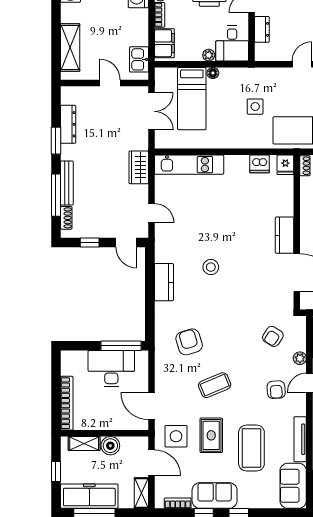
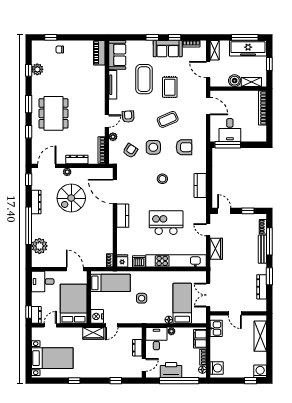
kitchen unit: (189, 165) -> (176, 261), width x1.36
wardrobe: (139, 167) -> (216, 249), moved
kitchen island: (217, 224) -> (166, 223), added
stool: (211, 267) -> (162, 179), moved
armchair: (189, 342) -> (184, 147), turned -73
desk: (111, 369) -> (230, 130), width x0.73
side table: (176, 436) -> (153, 147), moved

